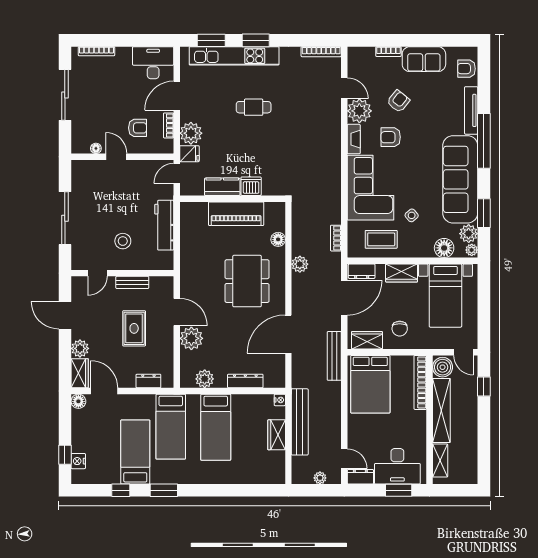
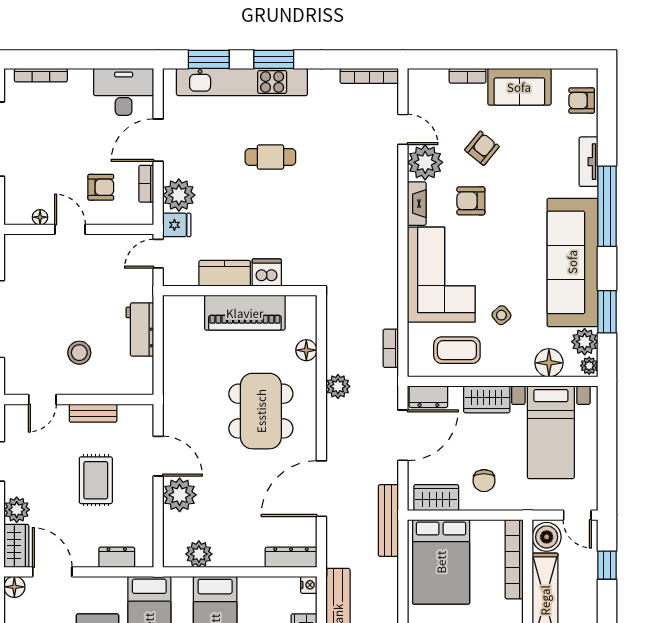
tv unit: (471, 110) -> (588, 162), width x0.71
workbench: (164, 225) -> (140, 329), width x0.73
dresser: (245, 381) -> (291, 557), moved

